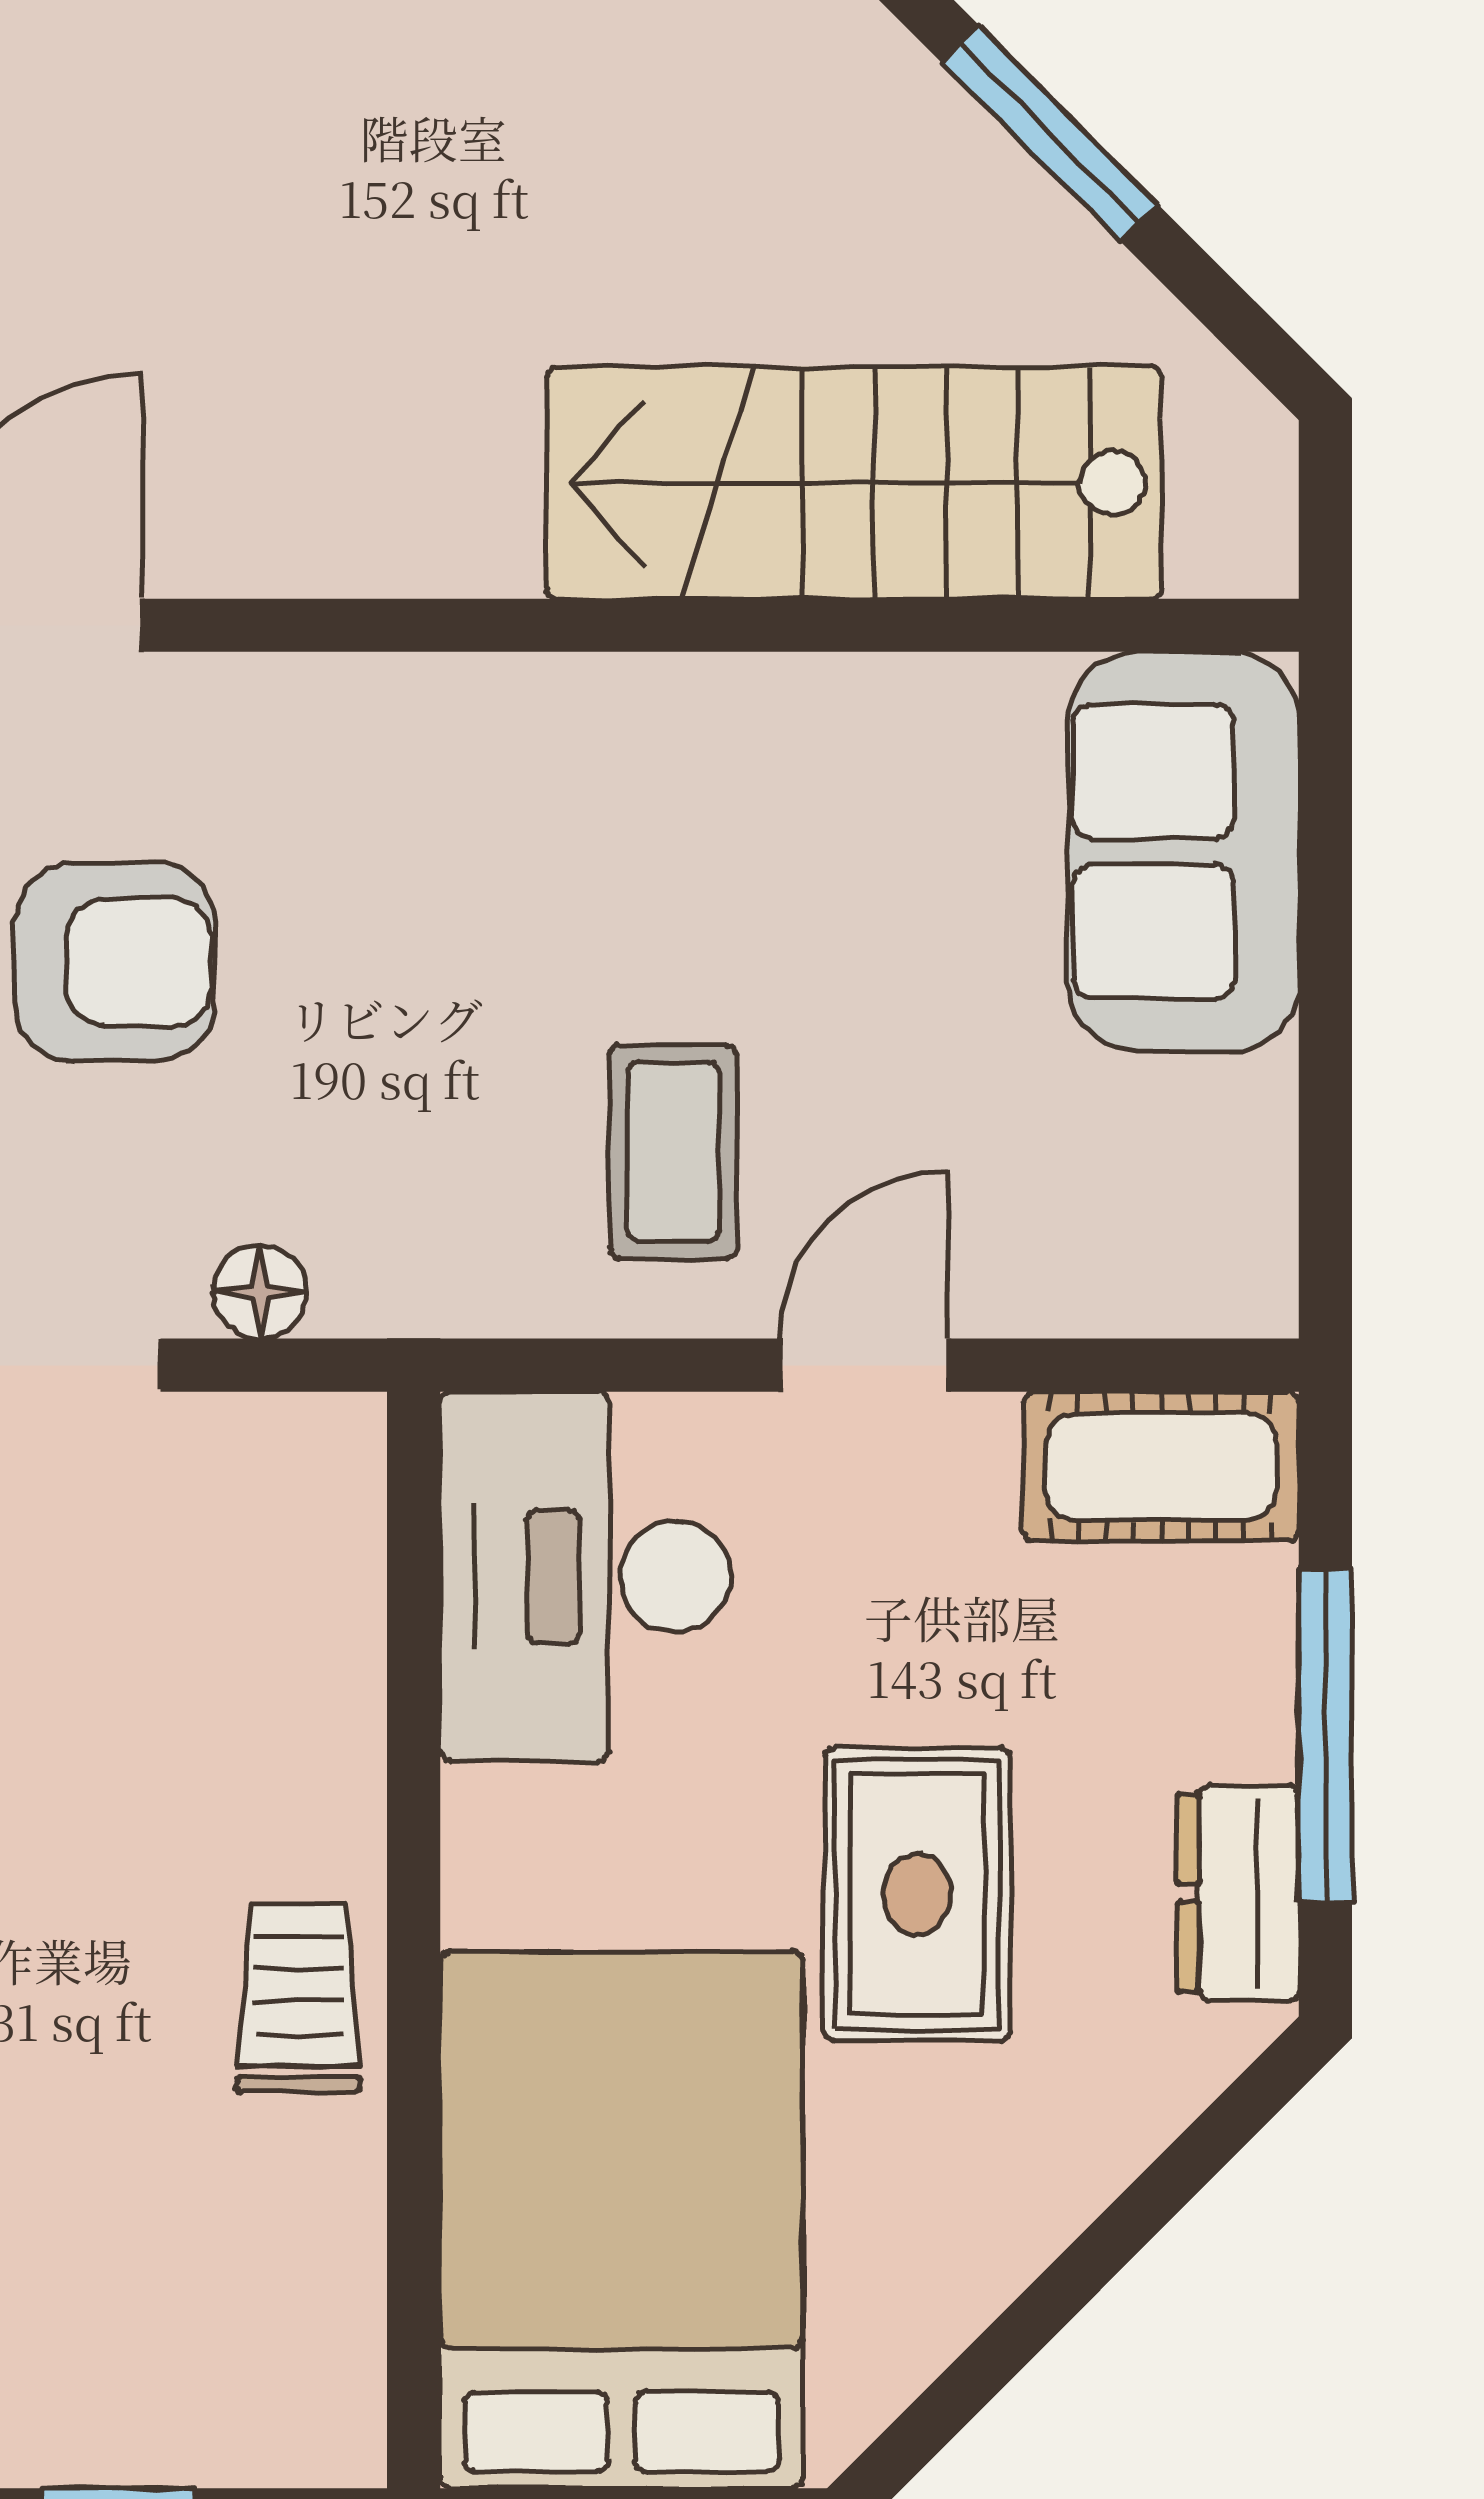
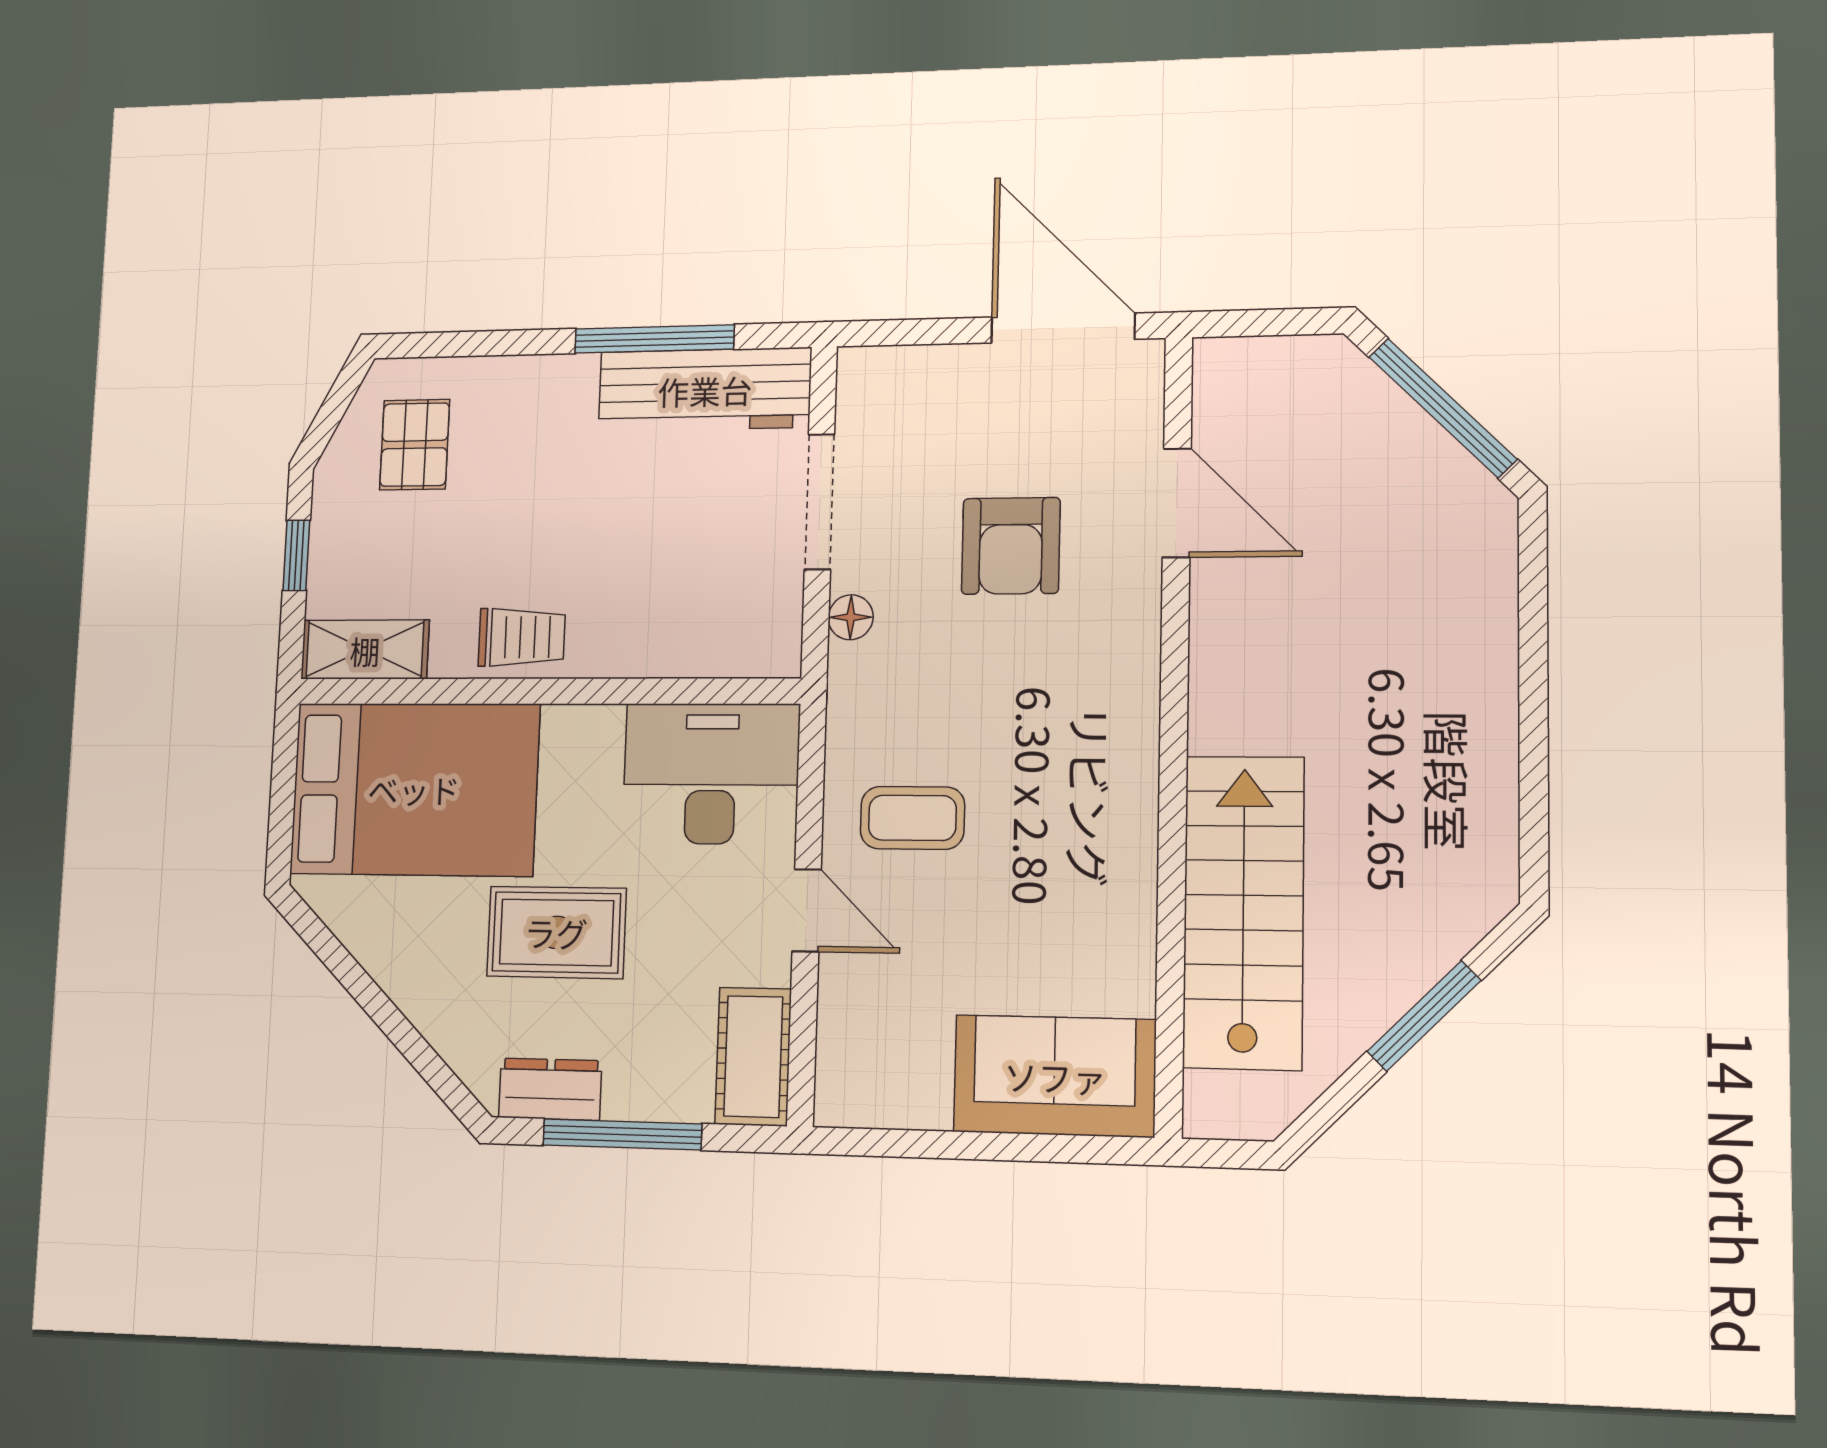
shelving: (324, 2347) -> (365, 650), added

